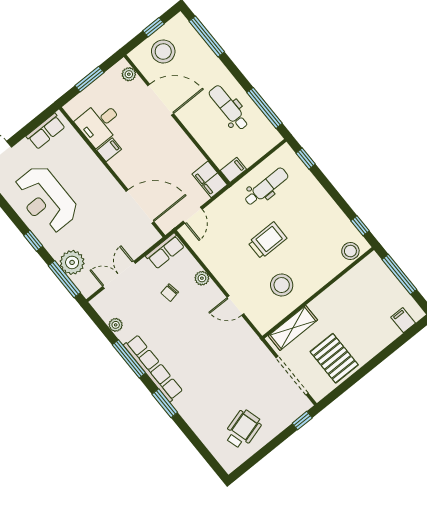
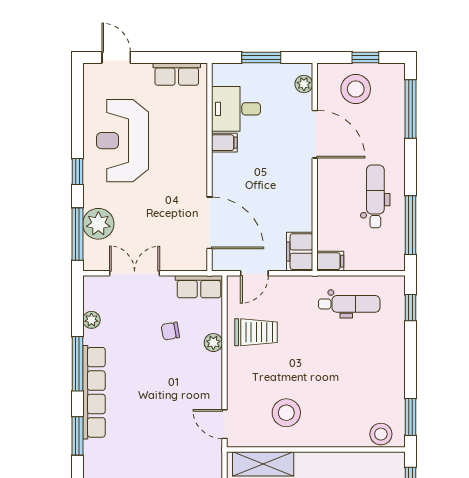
window: (360, 226) -> (410, 417), width x1.50
trolley: (267, 240) -> (256, 332), moved
door: (235, 306) -> (225, 424), moved

